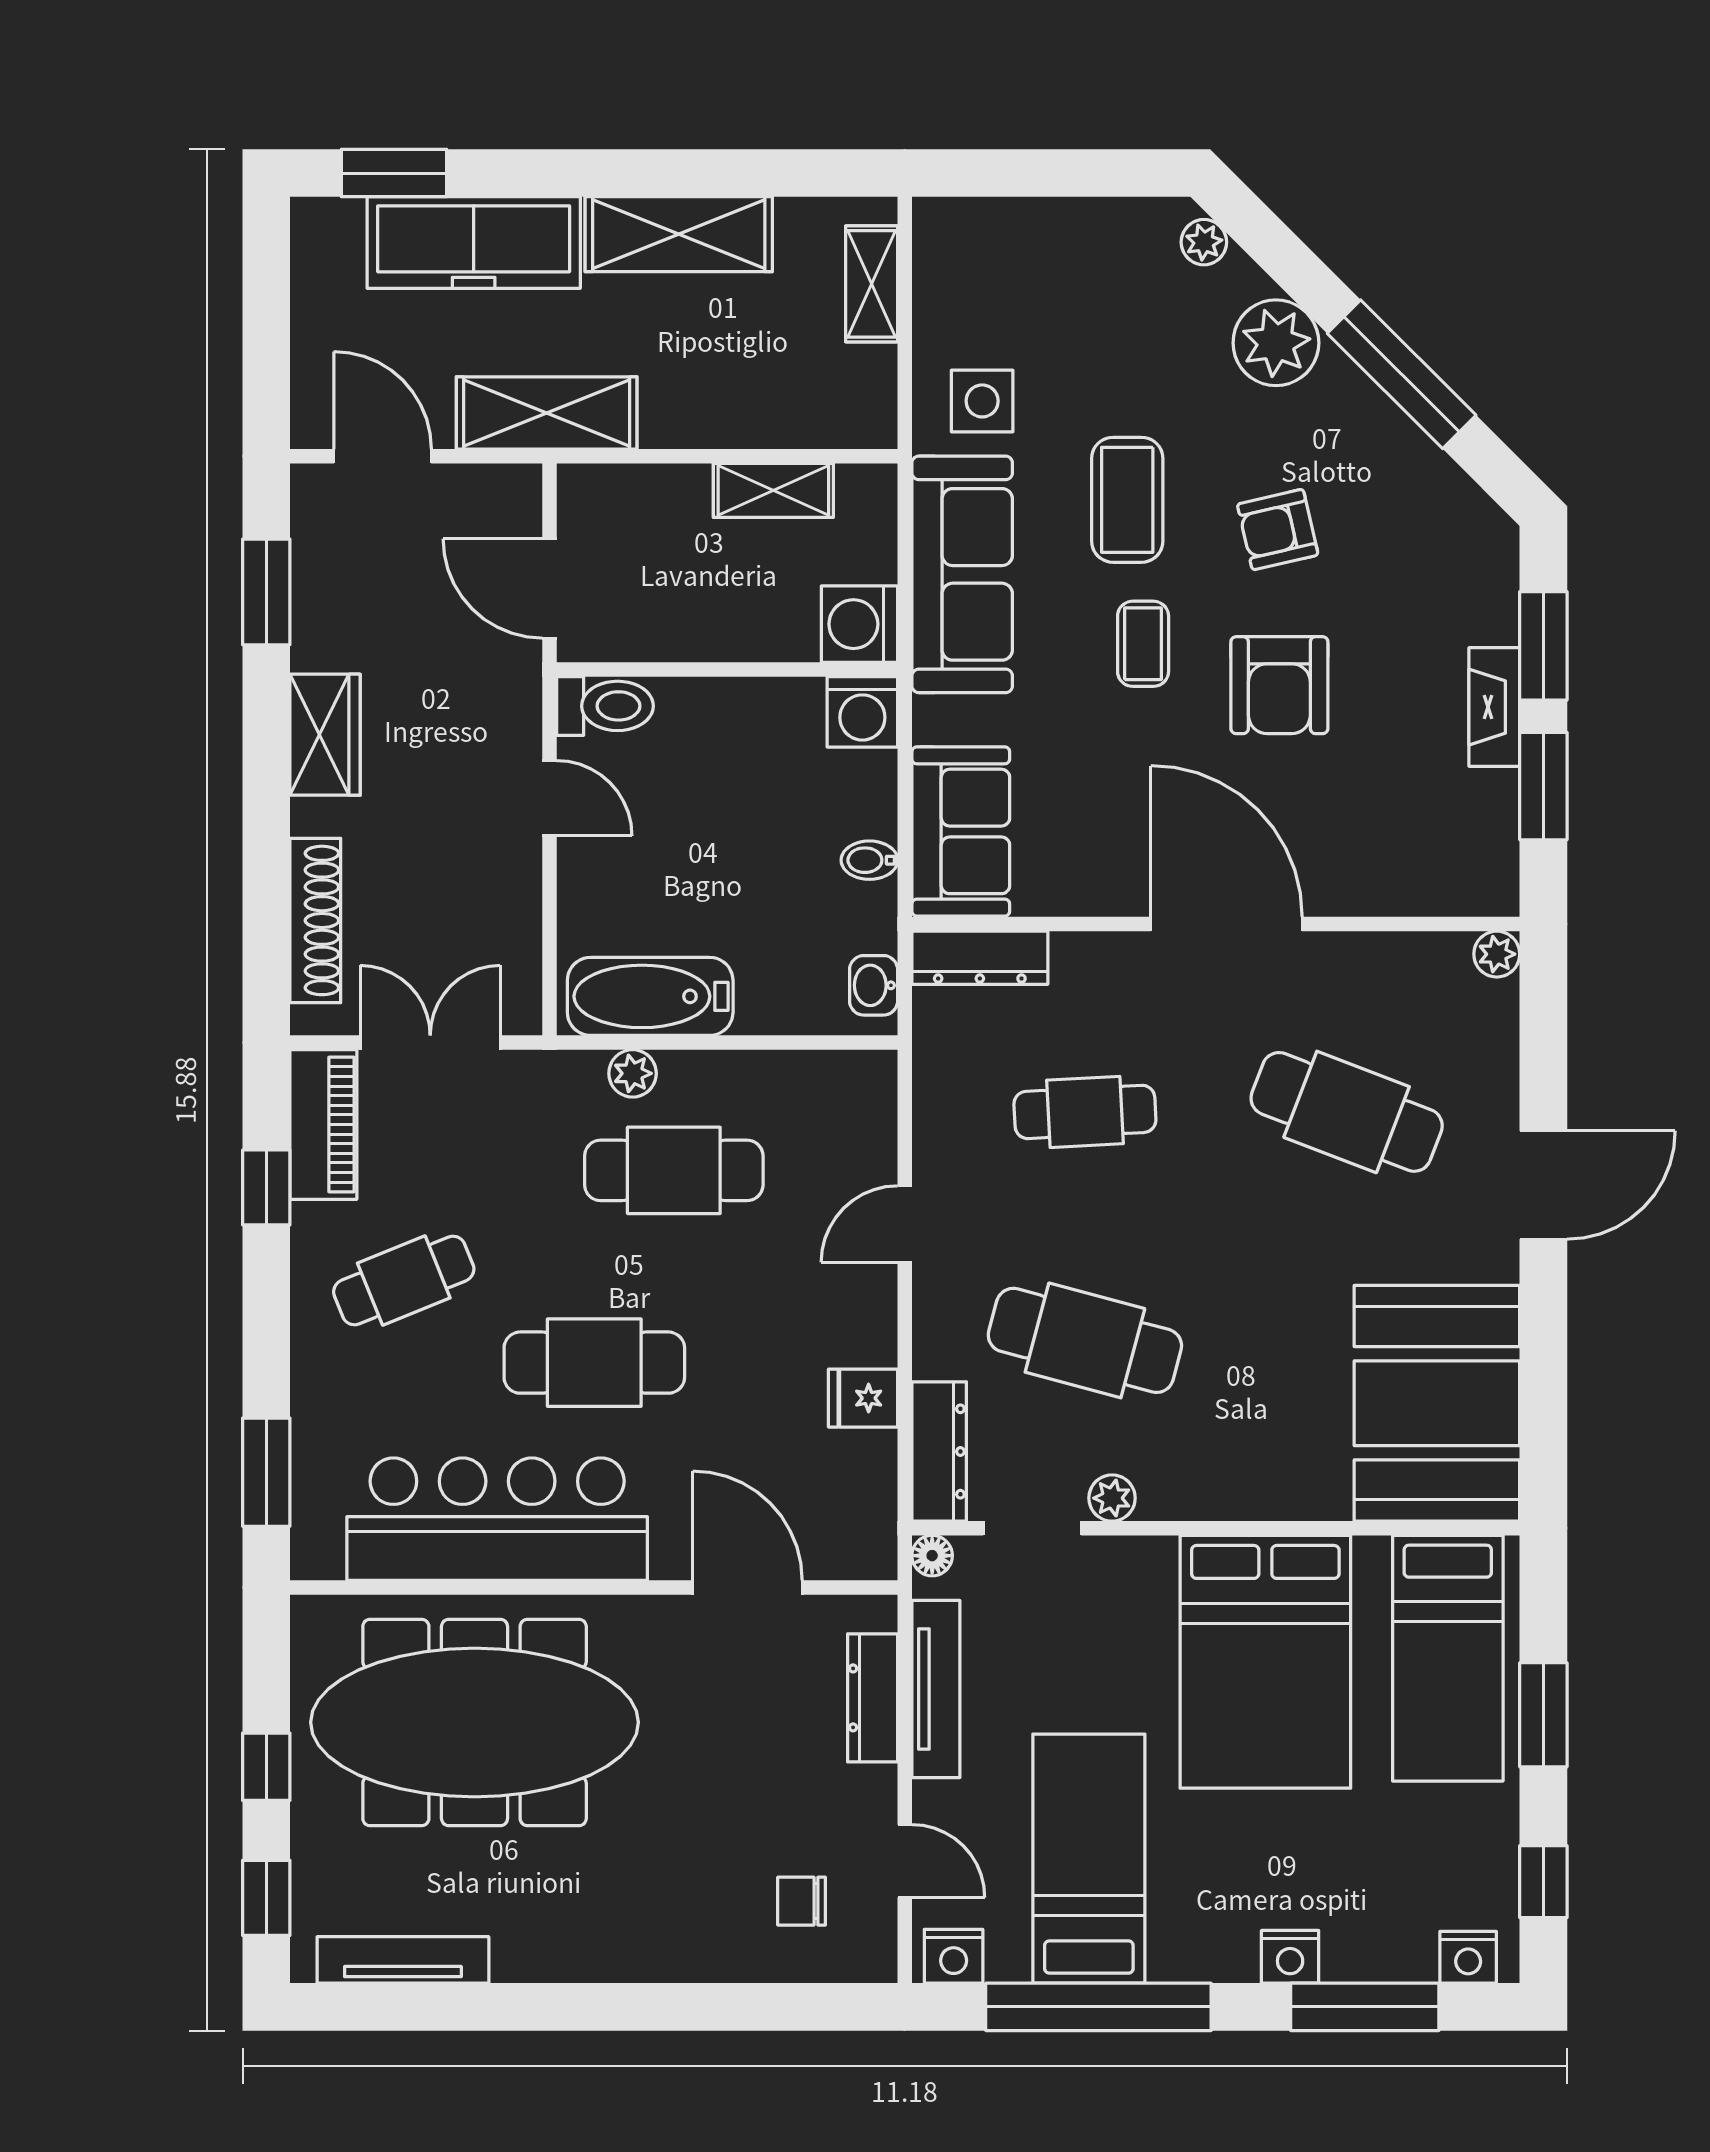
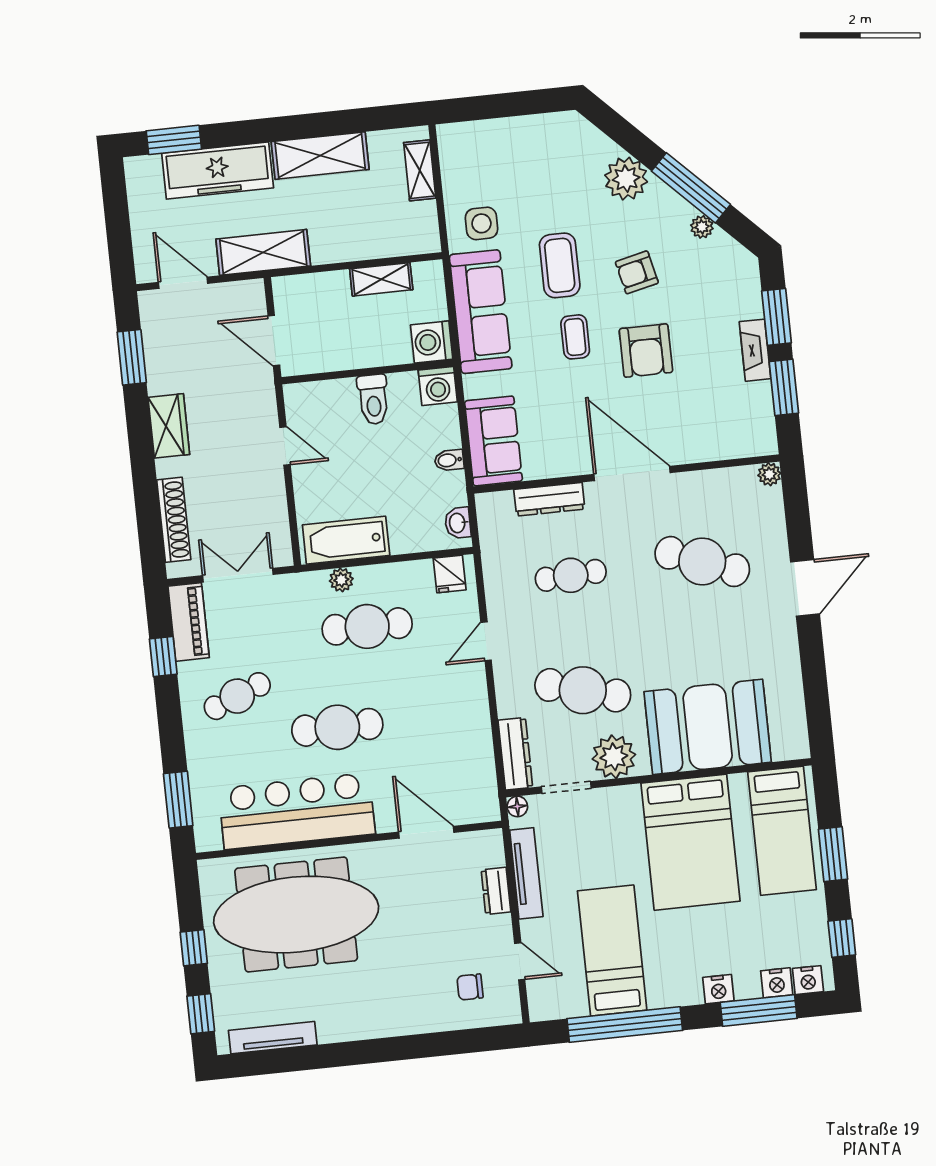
plant: (1204, 242) -> (702, 227), moved
toilet: (605, 706) -> (373, 399), moved, turned 90
dresser: (980, 958) -> (549, 499), moved
fridge: (863, 1398) -> (450, 574), moved, turned -90
booth: (1437, 1403) -> (708, 727), moved, turned 90
plant: (1112, 1498) -> (614, 757), width x1.88, depth x1.88
dresser: (873, 1698) -> (496, 891), width x0.70
nightstand: (954, 1956) -> (777, 983), moved

